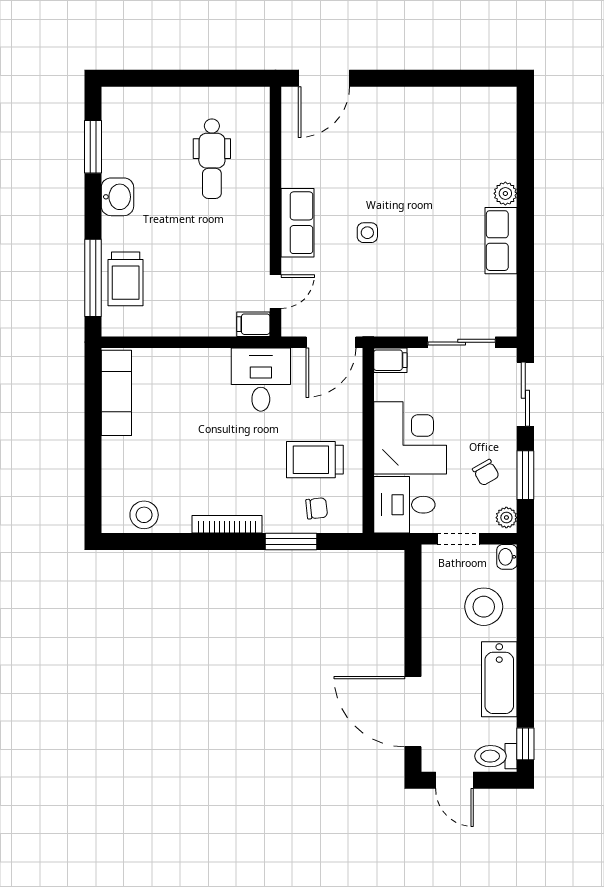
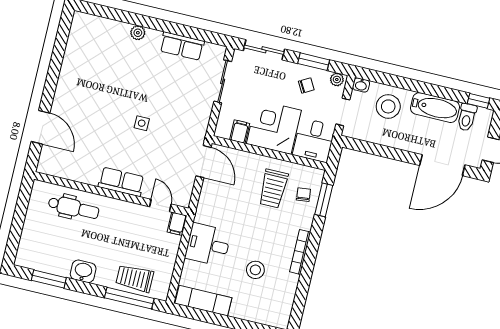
wall: (275, 212) -> (111, 194), moved
row of seats: (298, 223) -> (121, 182), moved
row of seats: (501, 241) -> (182, 46), moved
trolley: (126, 279) -> (135, 278), turned 180
door: (275, 292) -> (160, 205), moved
filing cabinet: (253, 324) -> (177, 224), moved
filing cabinet: (390, 360) -> (240, 132), moved
desk: (261, 380) -> (208, 245), moved
stool: (144, 515) -> (255, 270), moved
window: (291, 542) -> (324, 200), moved
toilet: (496, 756) -> (467, 117), moved

